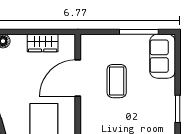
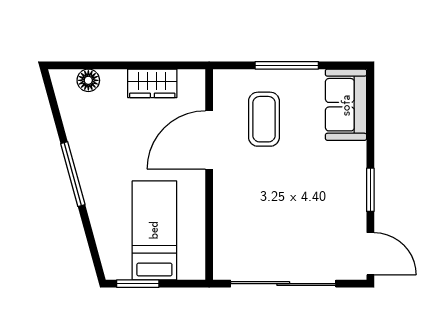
window: (139, 32) -> (287, 65), moved
coffee table: (117, 81) -> (264, 119), moved

